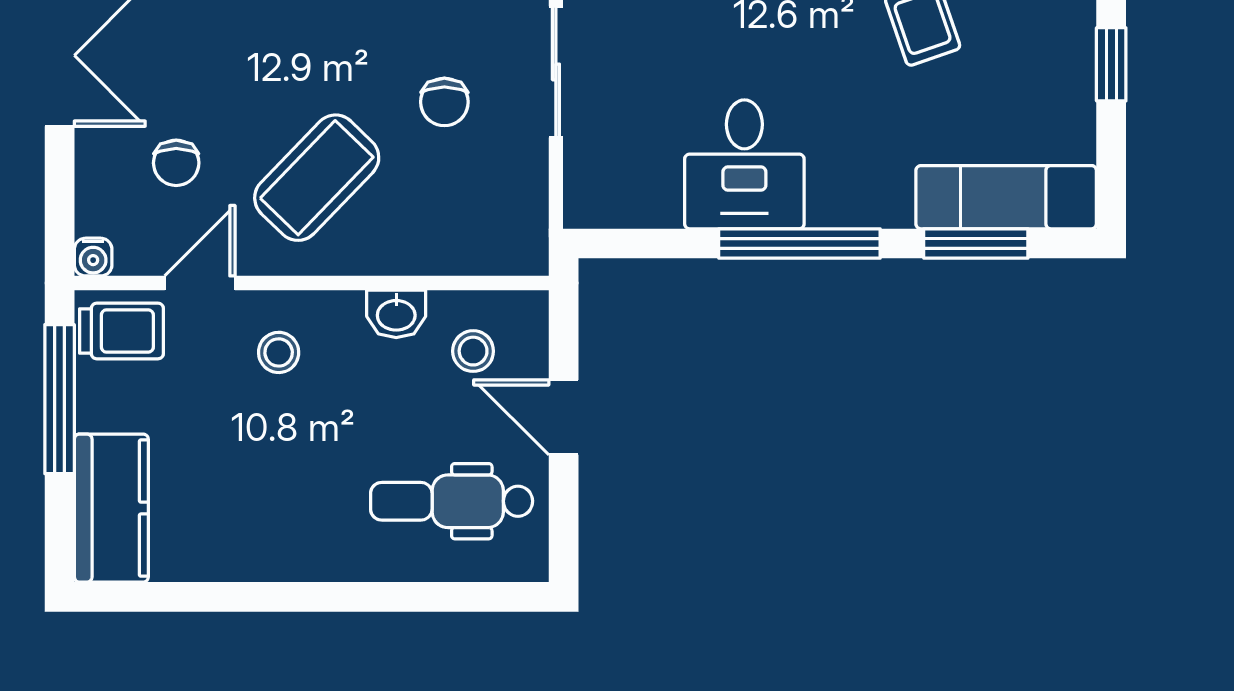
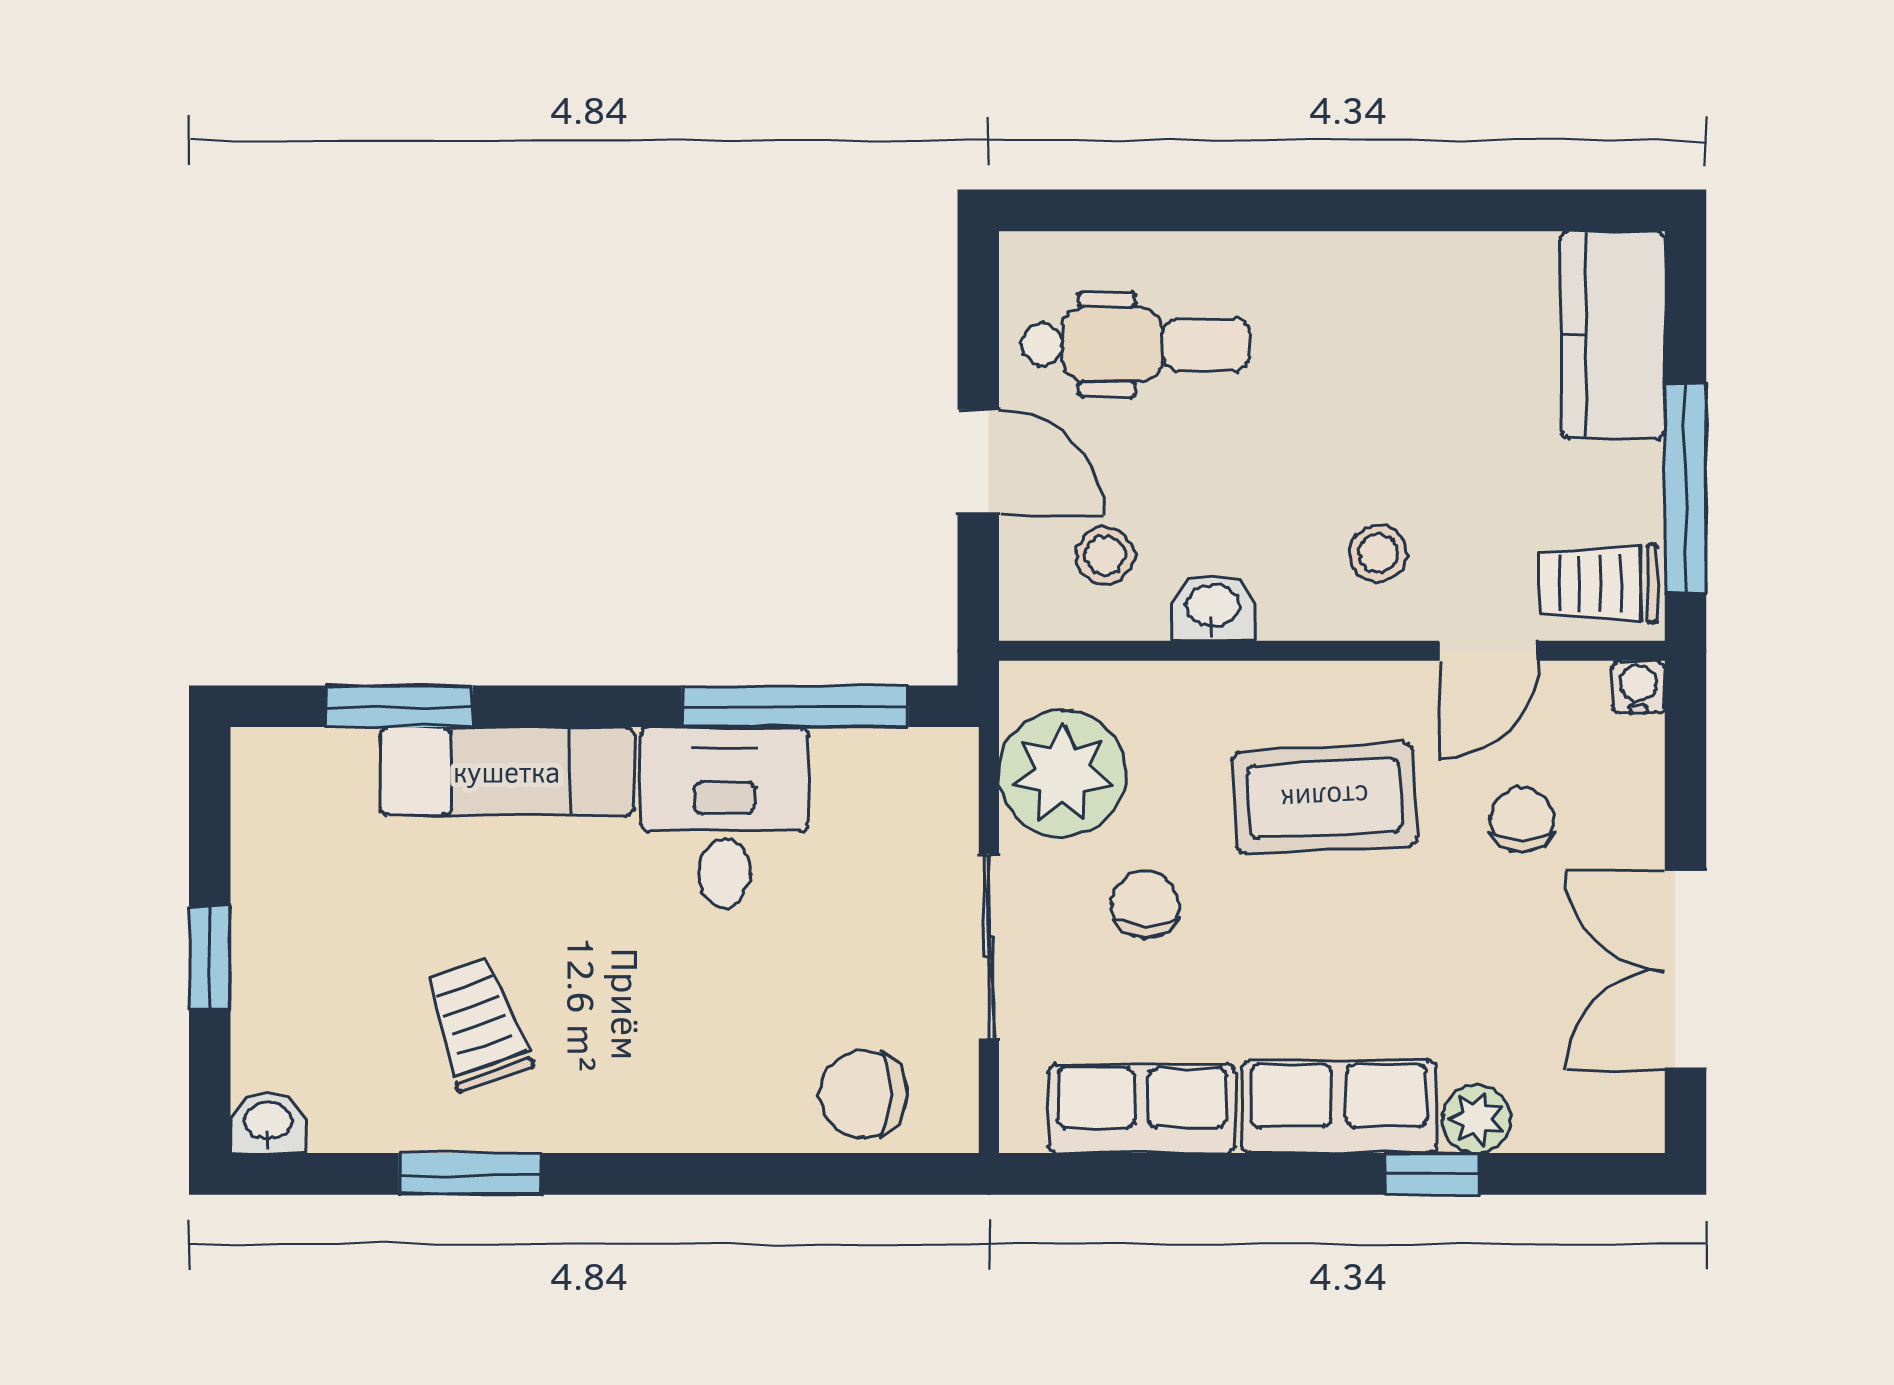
coffee table: (317, 178) -> (1325, 799), turned 43
plant: (503, 196) -> (1062, 773), added
exam couch: (1006, 197) -> (507, 771), moved
window: (799, 244) -> (795, 706), moved

